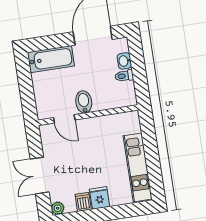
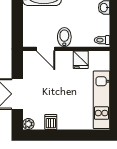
toilet: (124, 76) -> (102, 40), moved
fridge: (100, 198) -> (81, 60), moved, turned 180

